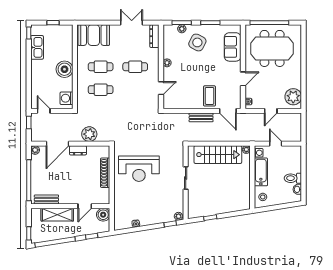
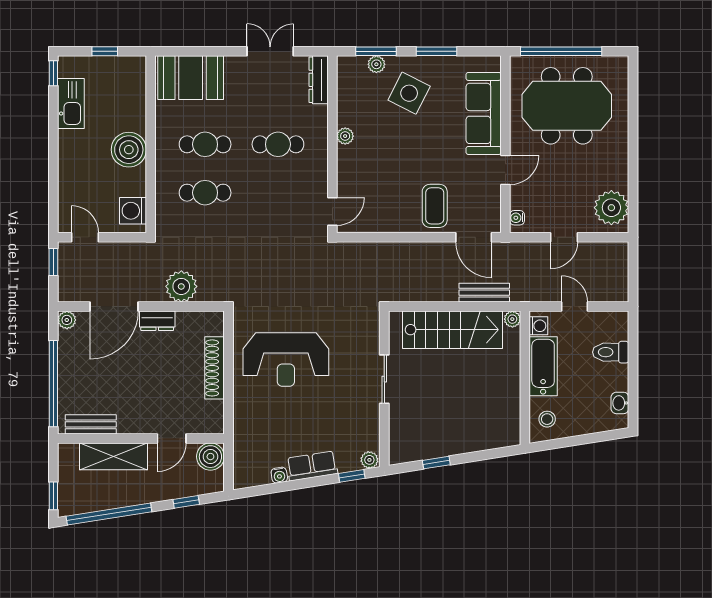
sofa: (233, 47) -> (484, 113), width x1.36
door: (161, 88) -> (332, 211), moved
bench: (201, 117) -> (484, 293), moved
toilet: (293, 178) -> (611, 352), moved
row of seats: (151, 219) -> (312, 466), added

